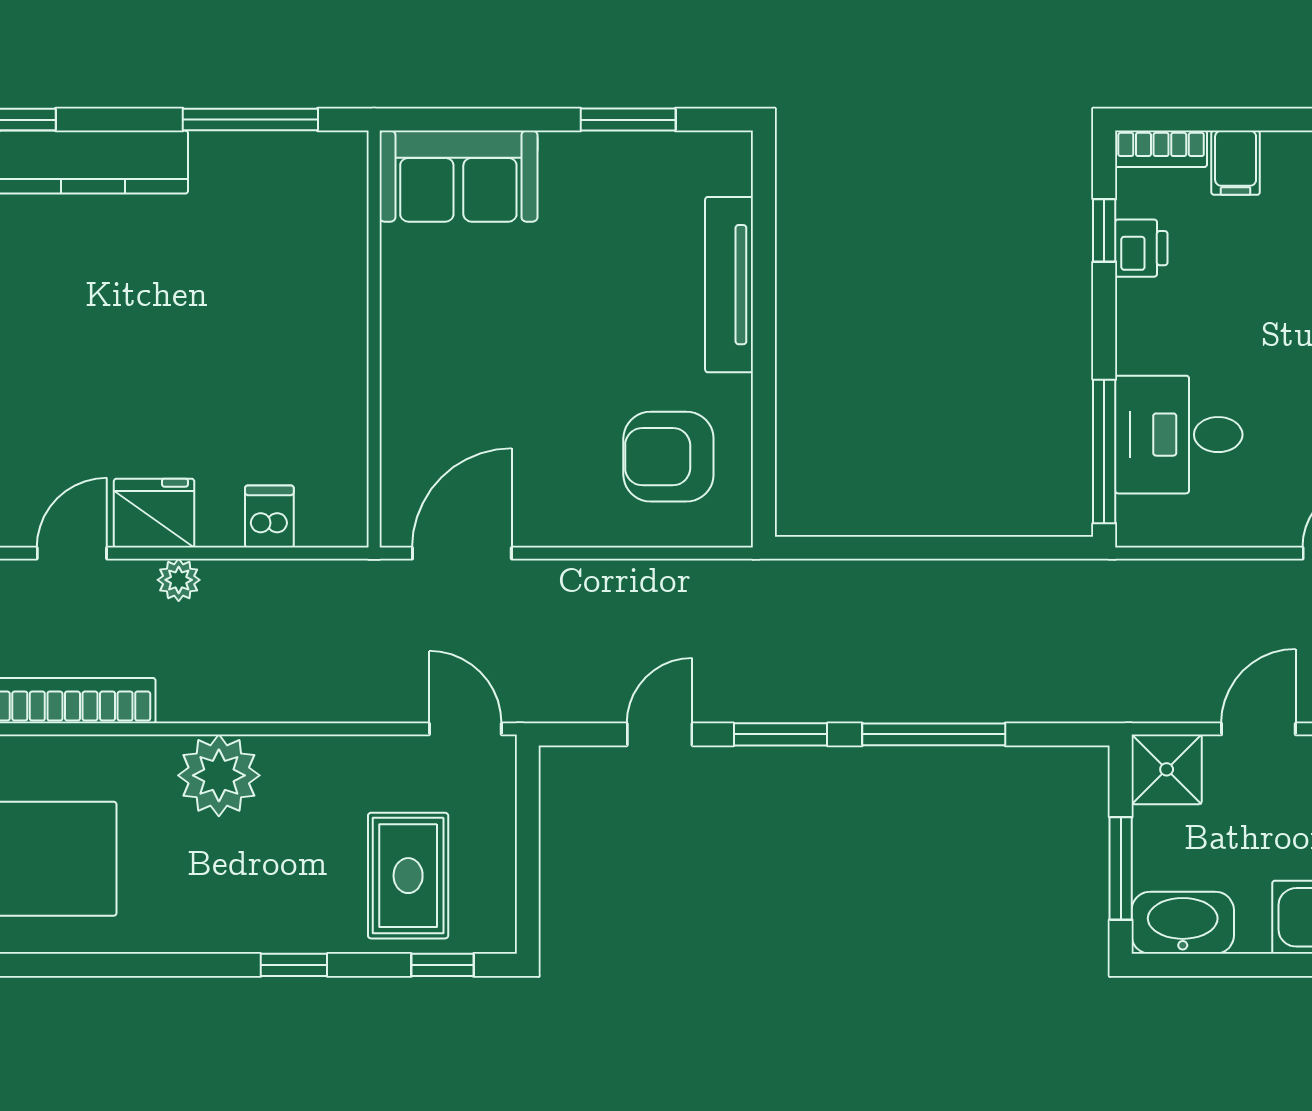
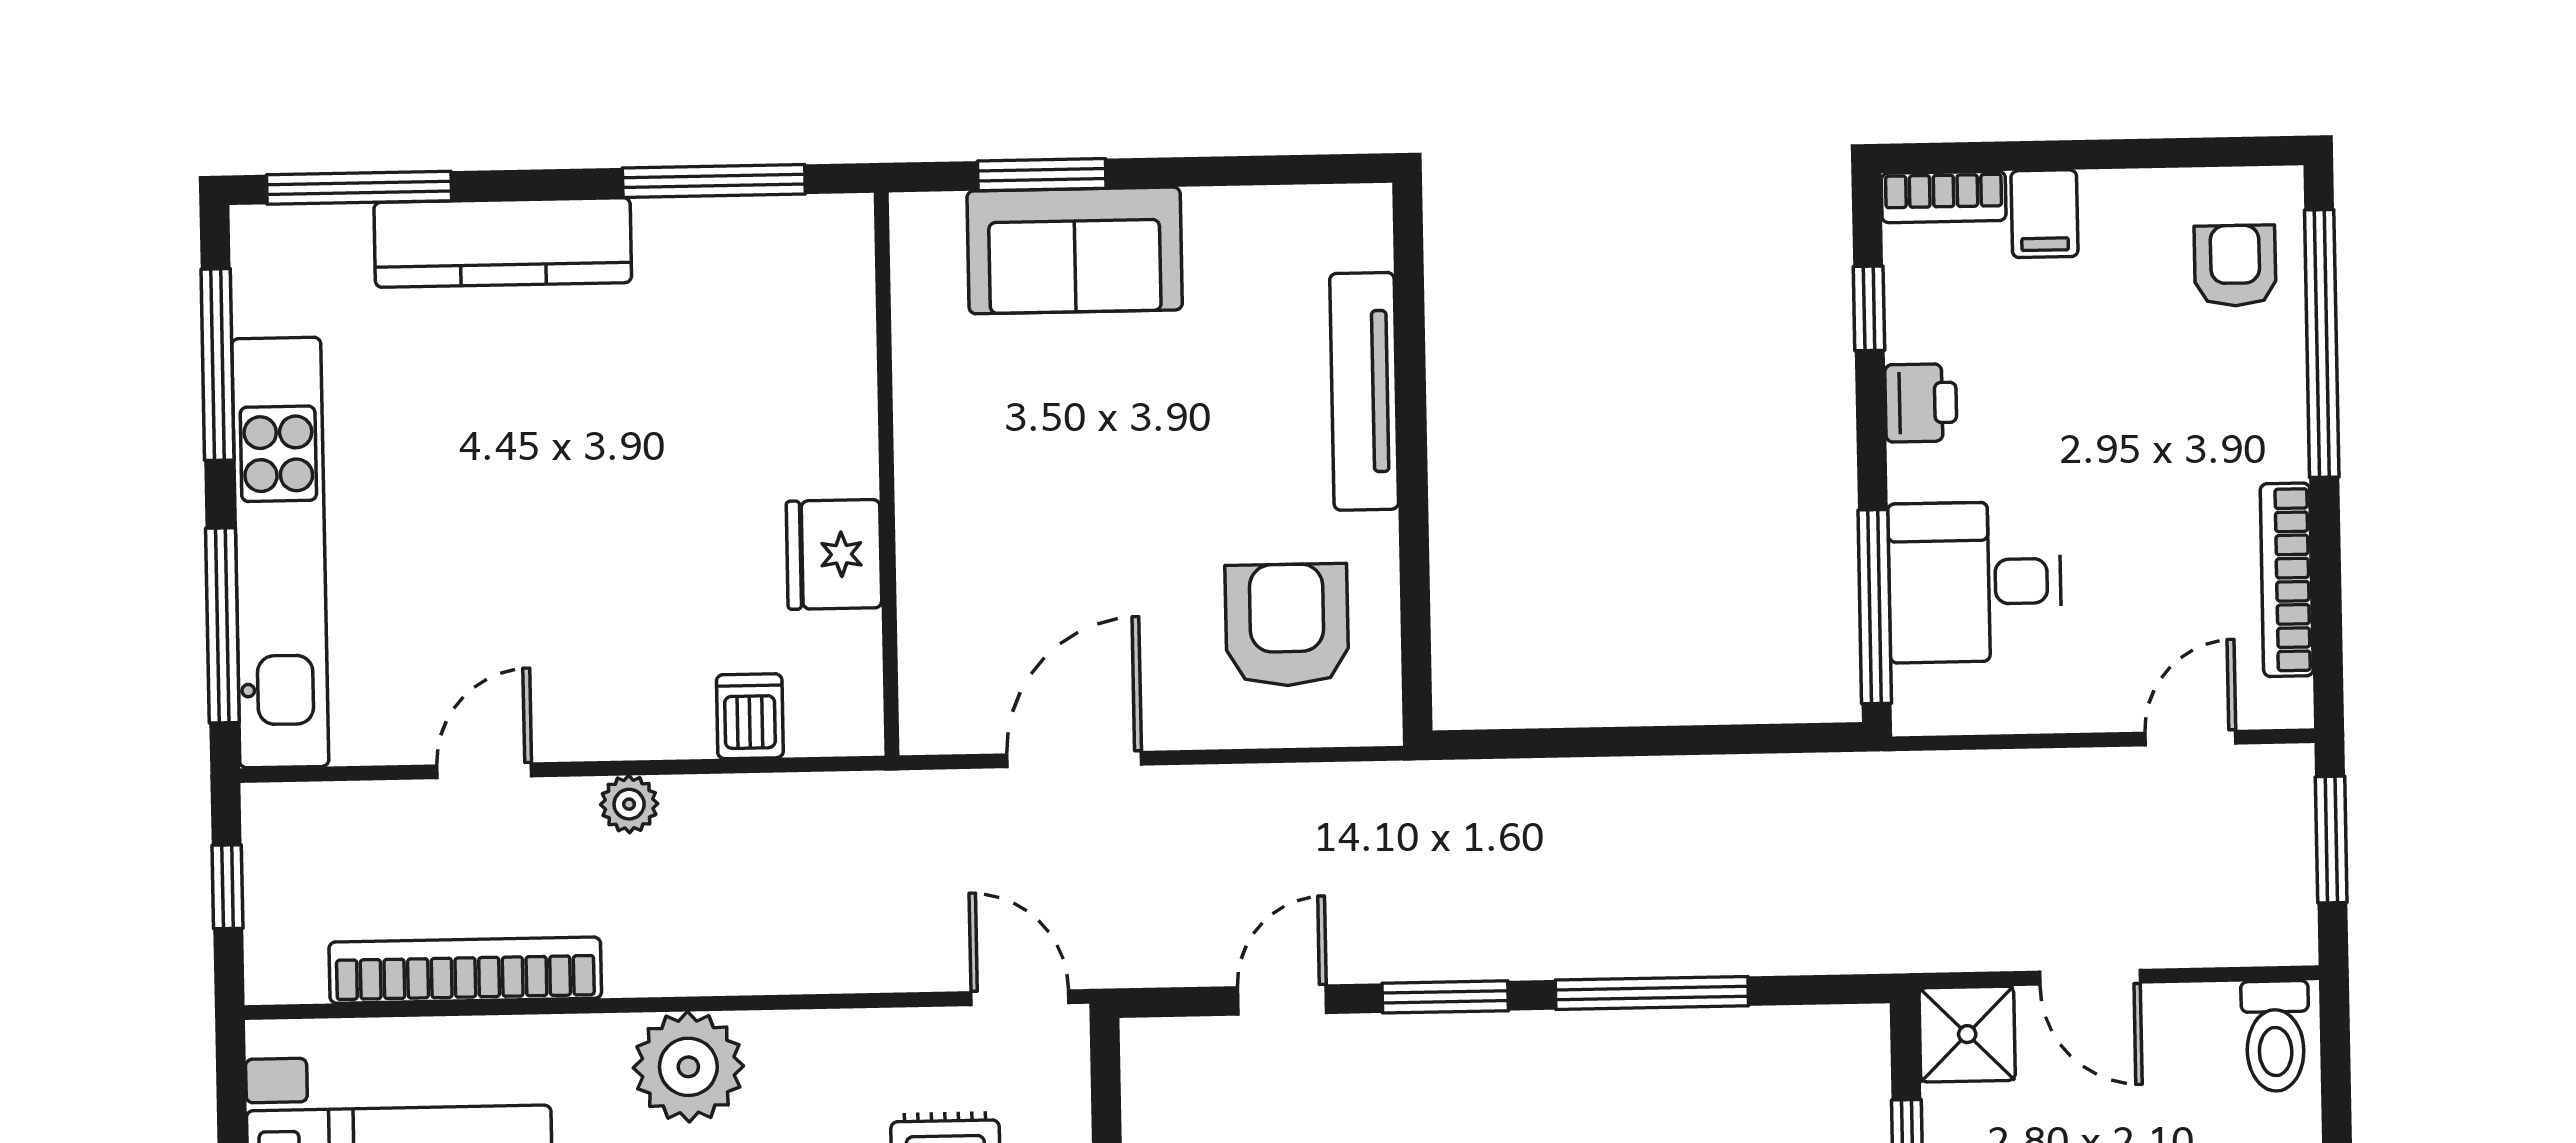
window: (628, 120) -> (1042, 175), moved
sofa: (458, 176) -> (1075, 250), moved
printer: (1141, 248) -> (1921, 403), moved
armchair: (668, 457) -> (1287, 625), turned 90
fridge: (154, 513) -> (834, 554), moved, turned -90
door: (462, 553) -> (1074, 759), moved
door: (1258, 729) -> (2090, 977), swing flipped

